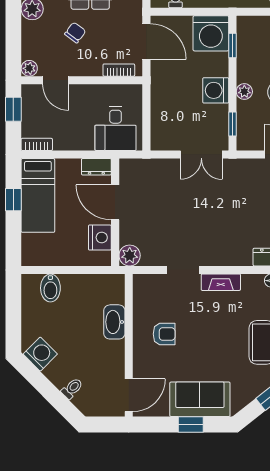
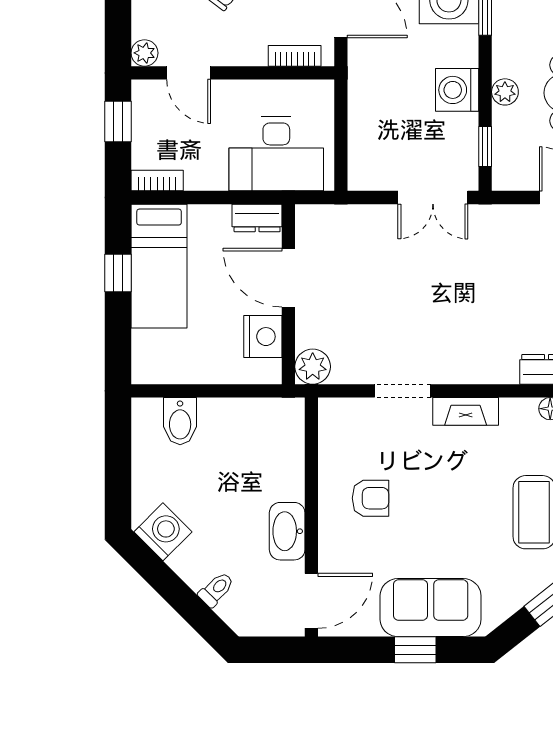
desk: (116, 129) -> (276, 154), width x1.37
washbasin: (114, 322) -> (287, 531), moved

